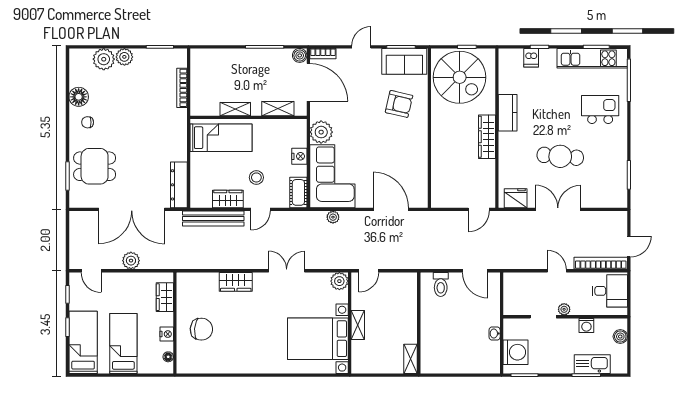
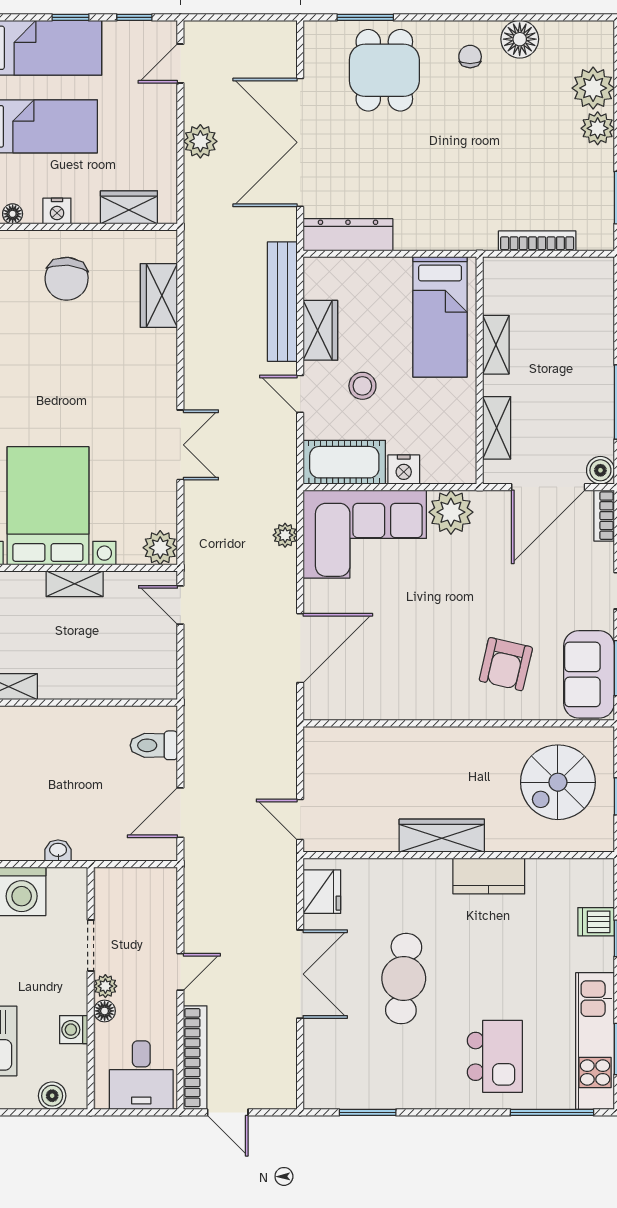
spiral stairs: (460, 77) -> (558, 782), width x0.73, depth x0.73
cot: (298, 192) -> (344, 462), width x1.37, depth x1.34
wardrobe: (236, 282) -> (159, 296), moved
floor lamp: (577, 310) -> (105, 1011), added

